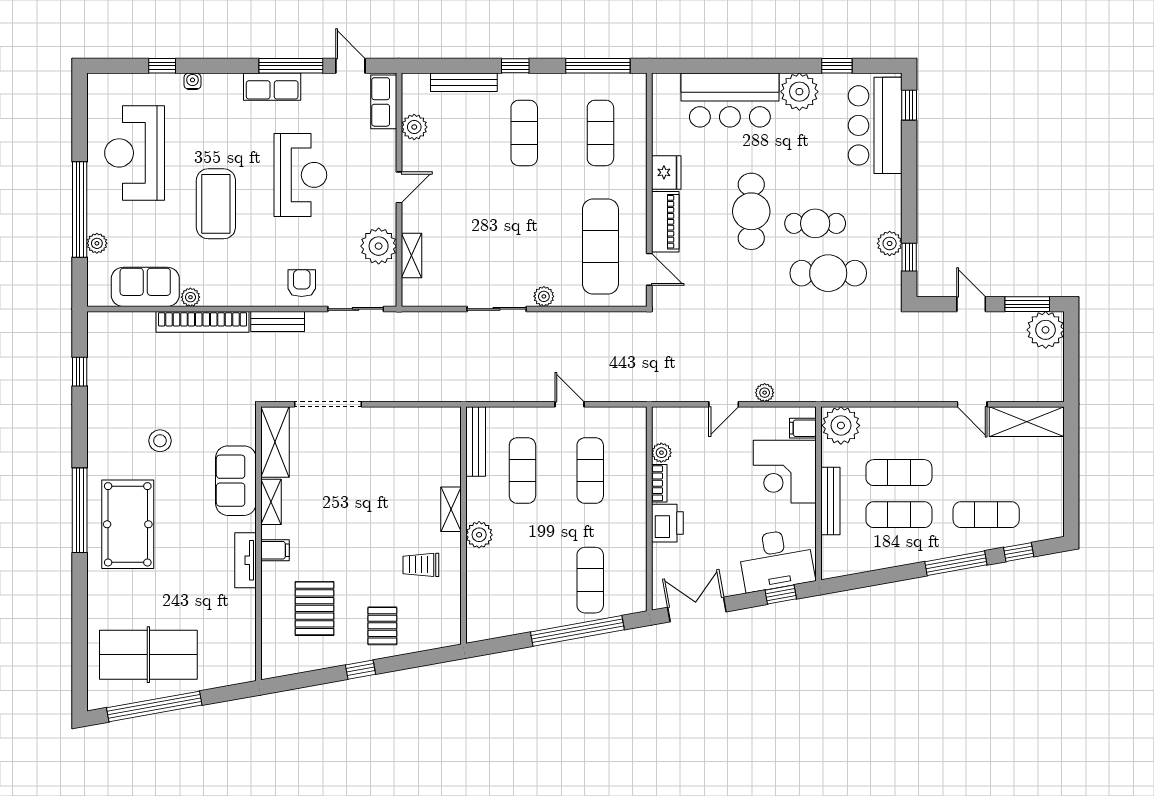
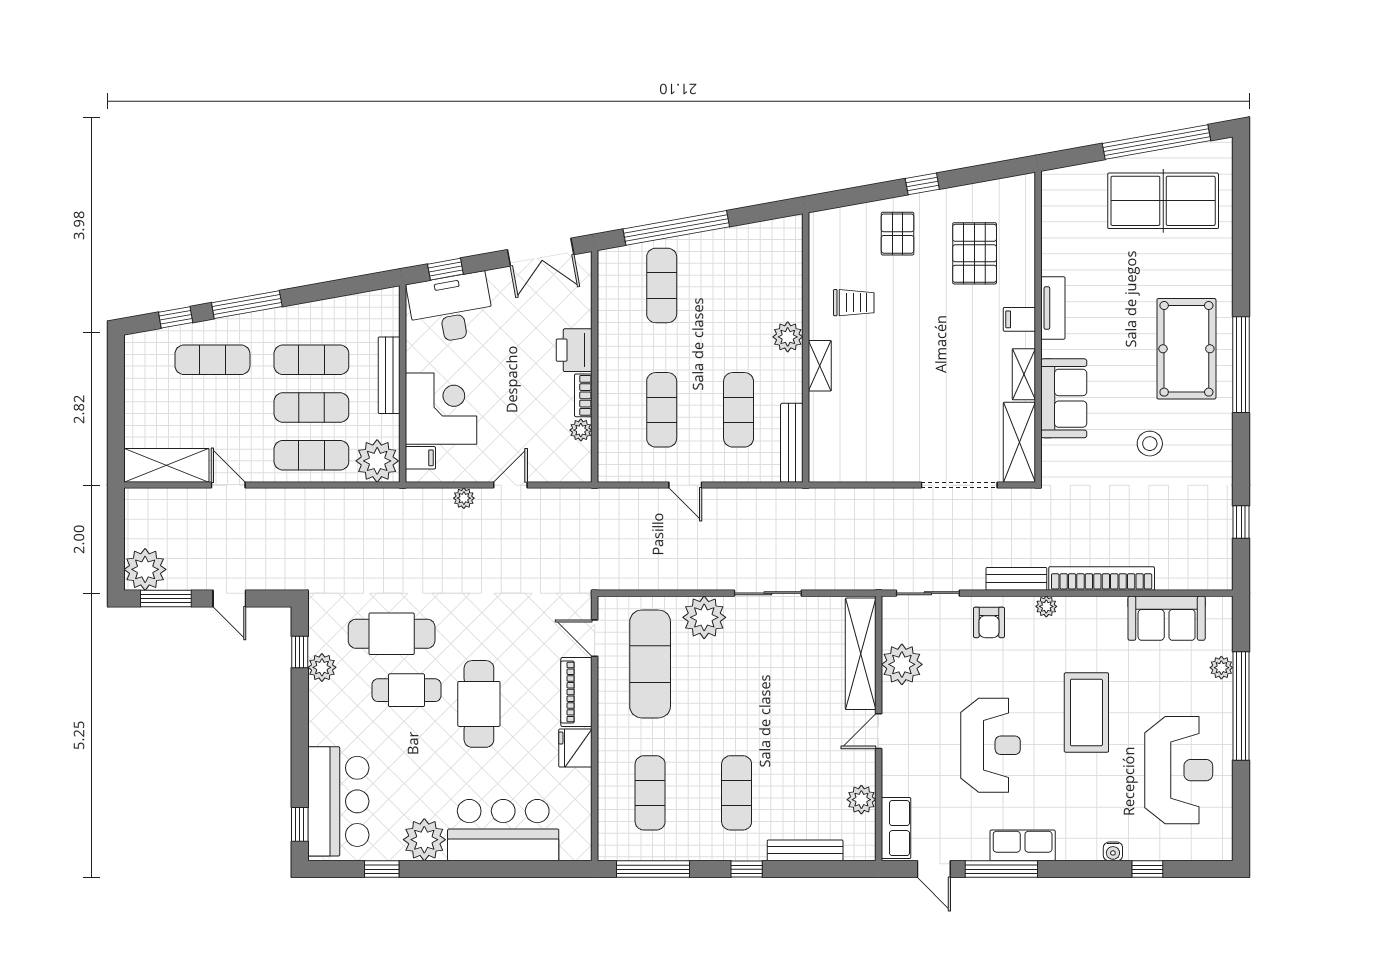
reception desk: (300, 175) -> (990, 745), turned 180
shelving: (411, 256) -> (861, 654), width x2.20, depth x1.33
plant: (544, 296) -> (704, 617), width x1.87, depth x1.87
plant: (190, 297) -> (1046, 606), moved
exercise mat: (899, 430) -> (311, 455), added

